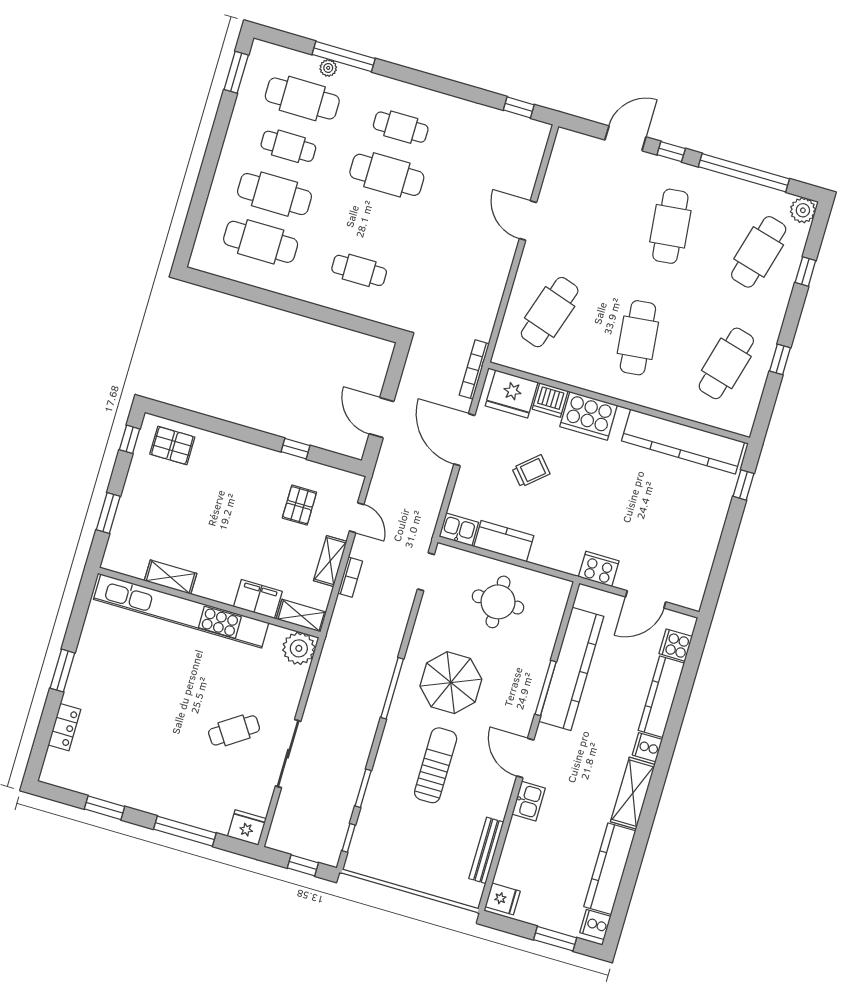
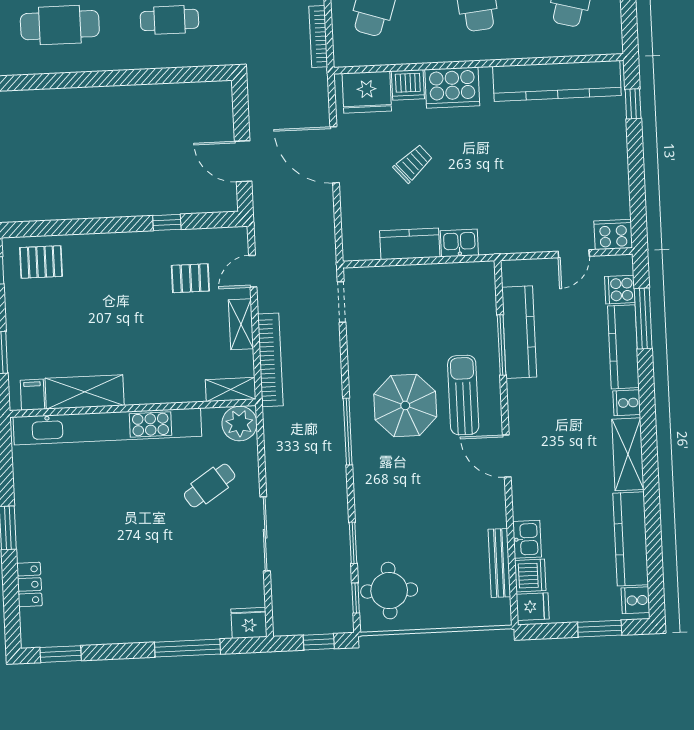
bookcase: (474, 369) -> (318, 37), moved
pallet: (299, 505) -> (190, 278), turned 90
door: (357, 518) -> (253, 271), swing flipped
kitchen sink: (459, 529) -> (459, 243), moved
cooker: (599, 569) -> (613, 235), moved
shelving: (170, 577) -> (85, 392), width x1.50, depth x1.33
bookcase: (350, 577) -> (270, 360), width x2.31, depth x1.31
filing cabinet: (258, 599) -> (32, 395), moved, width x0.50
door: (646, 599) -> (574, 254), width x0.73
round table: (498, 602) -> (389, 591), moved
kitchen counter: (571, 669) -> (519, 332), width x0.72, depth x0.86
window: (687, 678) -> (643, 318), added
window: (546, 688) -> (502, 345), moved
cafe table: (234, 730) -> (210, 486), moved
sun lounger: (436, 765) -> (463, 395), moved
kitchen sink: (529, 801) -> (527, 539), moved
window: (104, 808) -> (61, 654), moved
dishwasher: (510, 871) -> (530, 575), added

